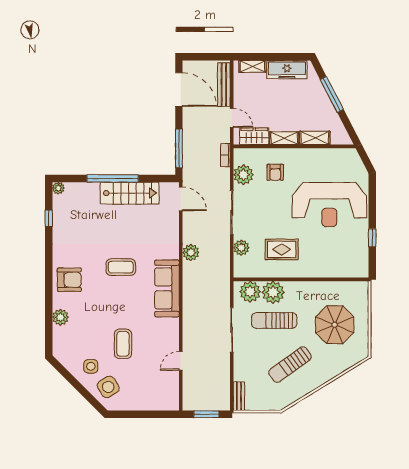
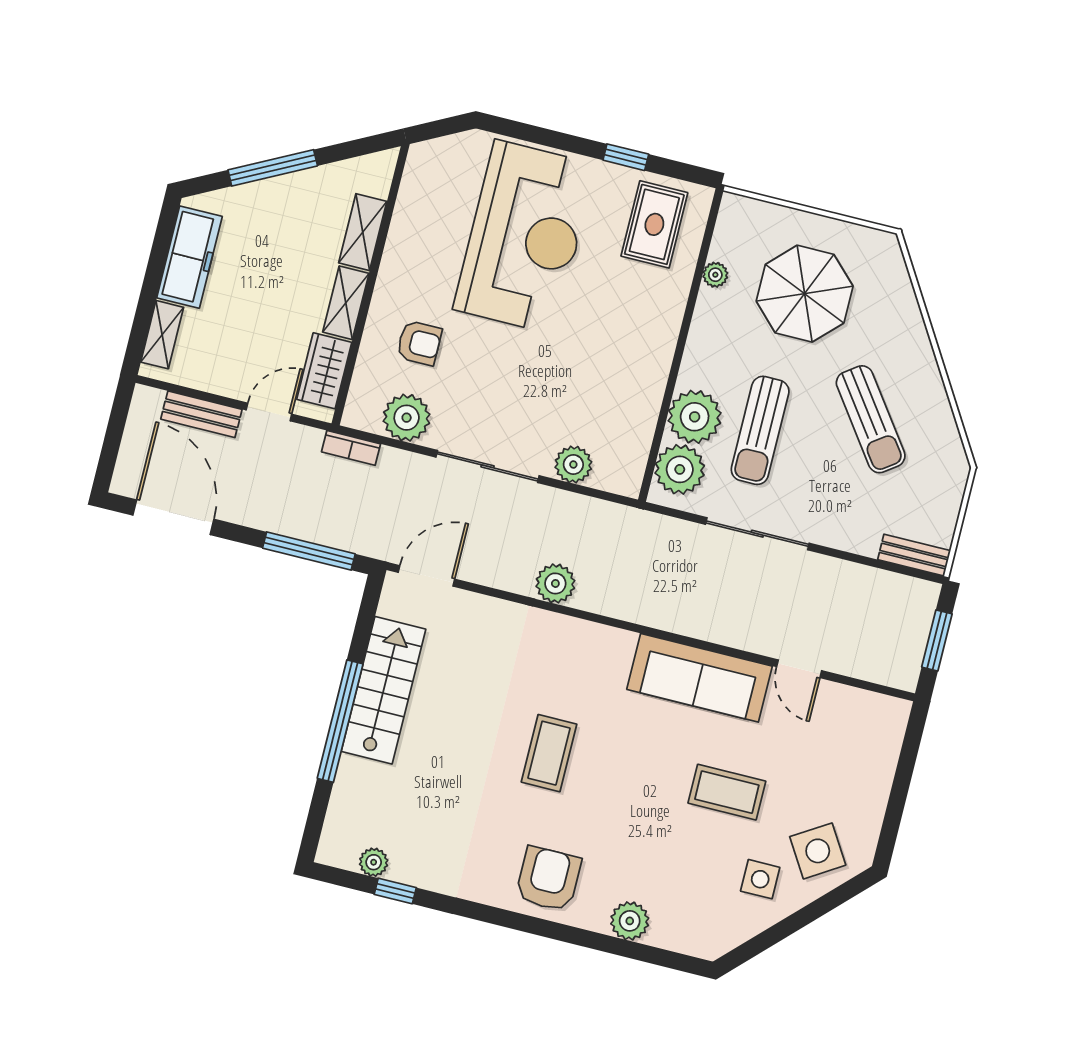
bench: (224, 85) -> (201, 414), width x0.73
door: (179, 90) -> (173, 517), hinge flipped
plant: (58, 188) -> (374, 862), moved
rug: (282, 249) -> (654, 224), moved
plant: (333, 286) -> (715, 275), added
sofa: (167, 288) -> (700, 678), moved

